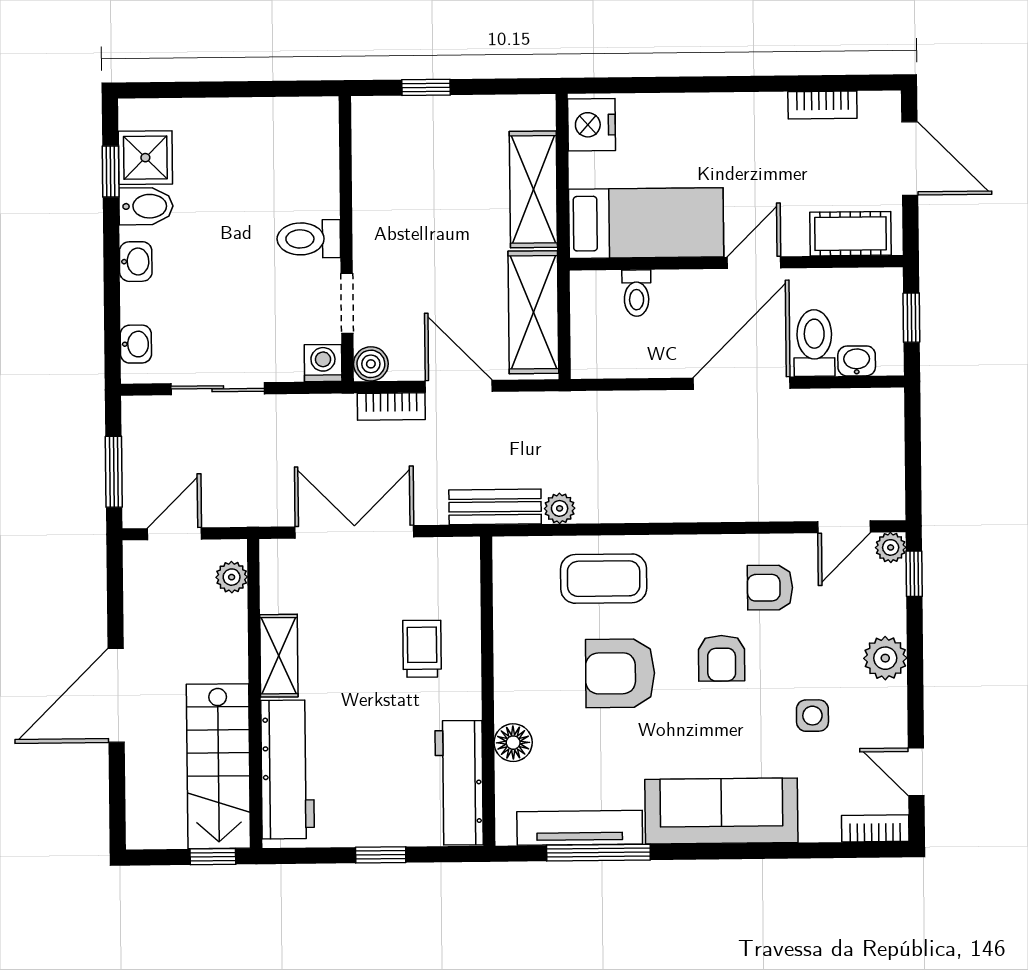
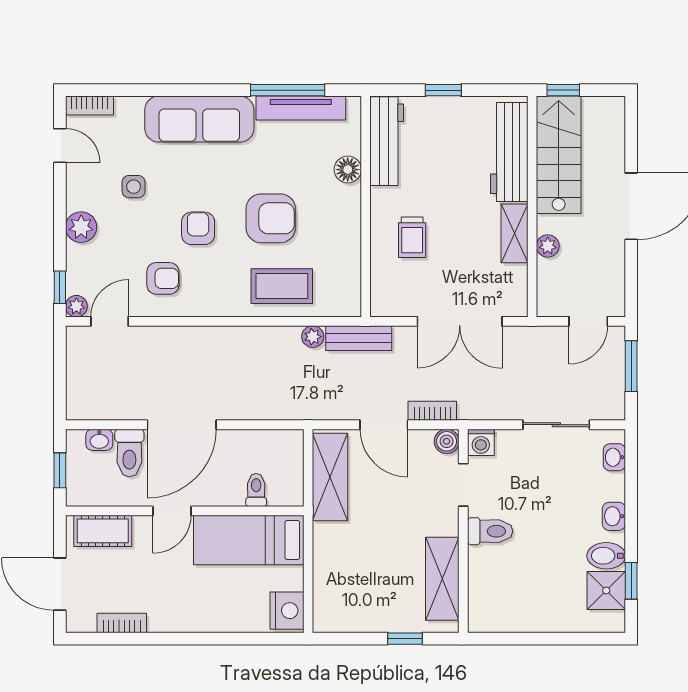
shelving: (533, 189) -> (442, 579), moved
plant: (232, 577) -> (548, 246), moved

